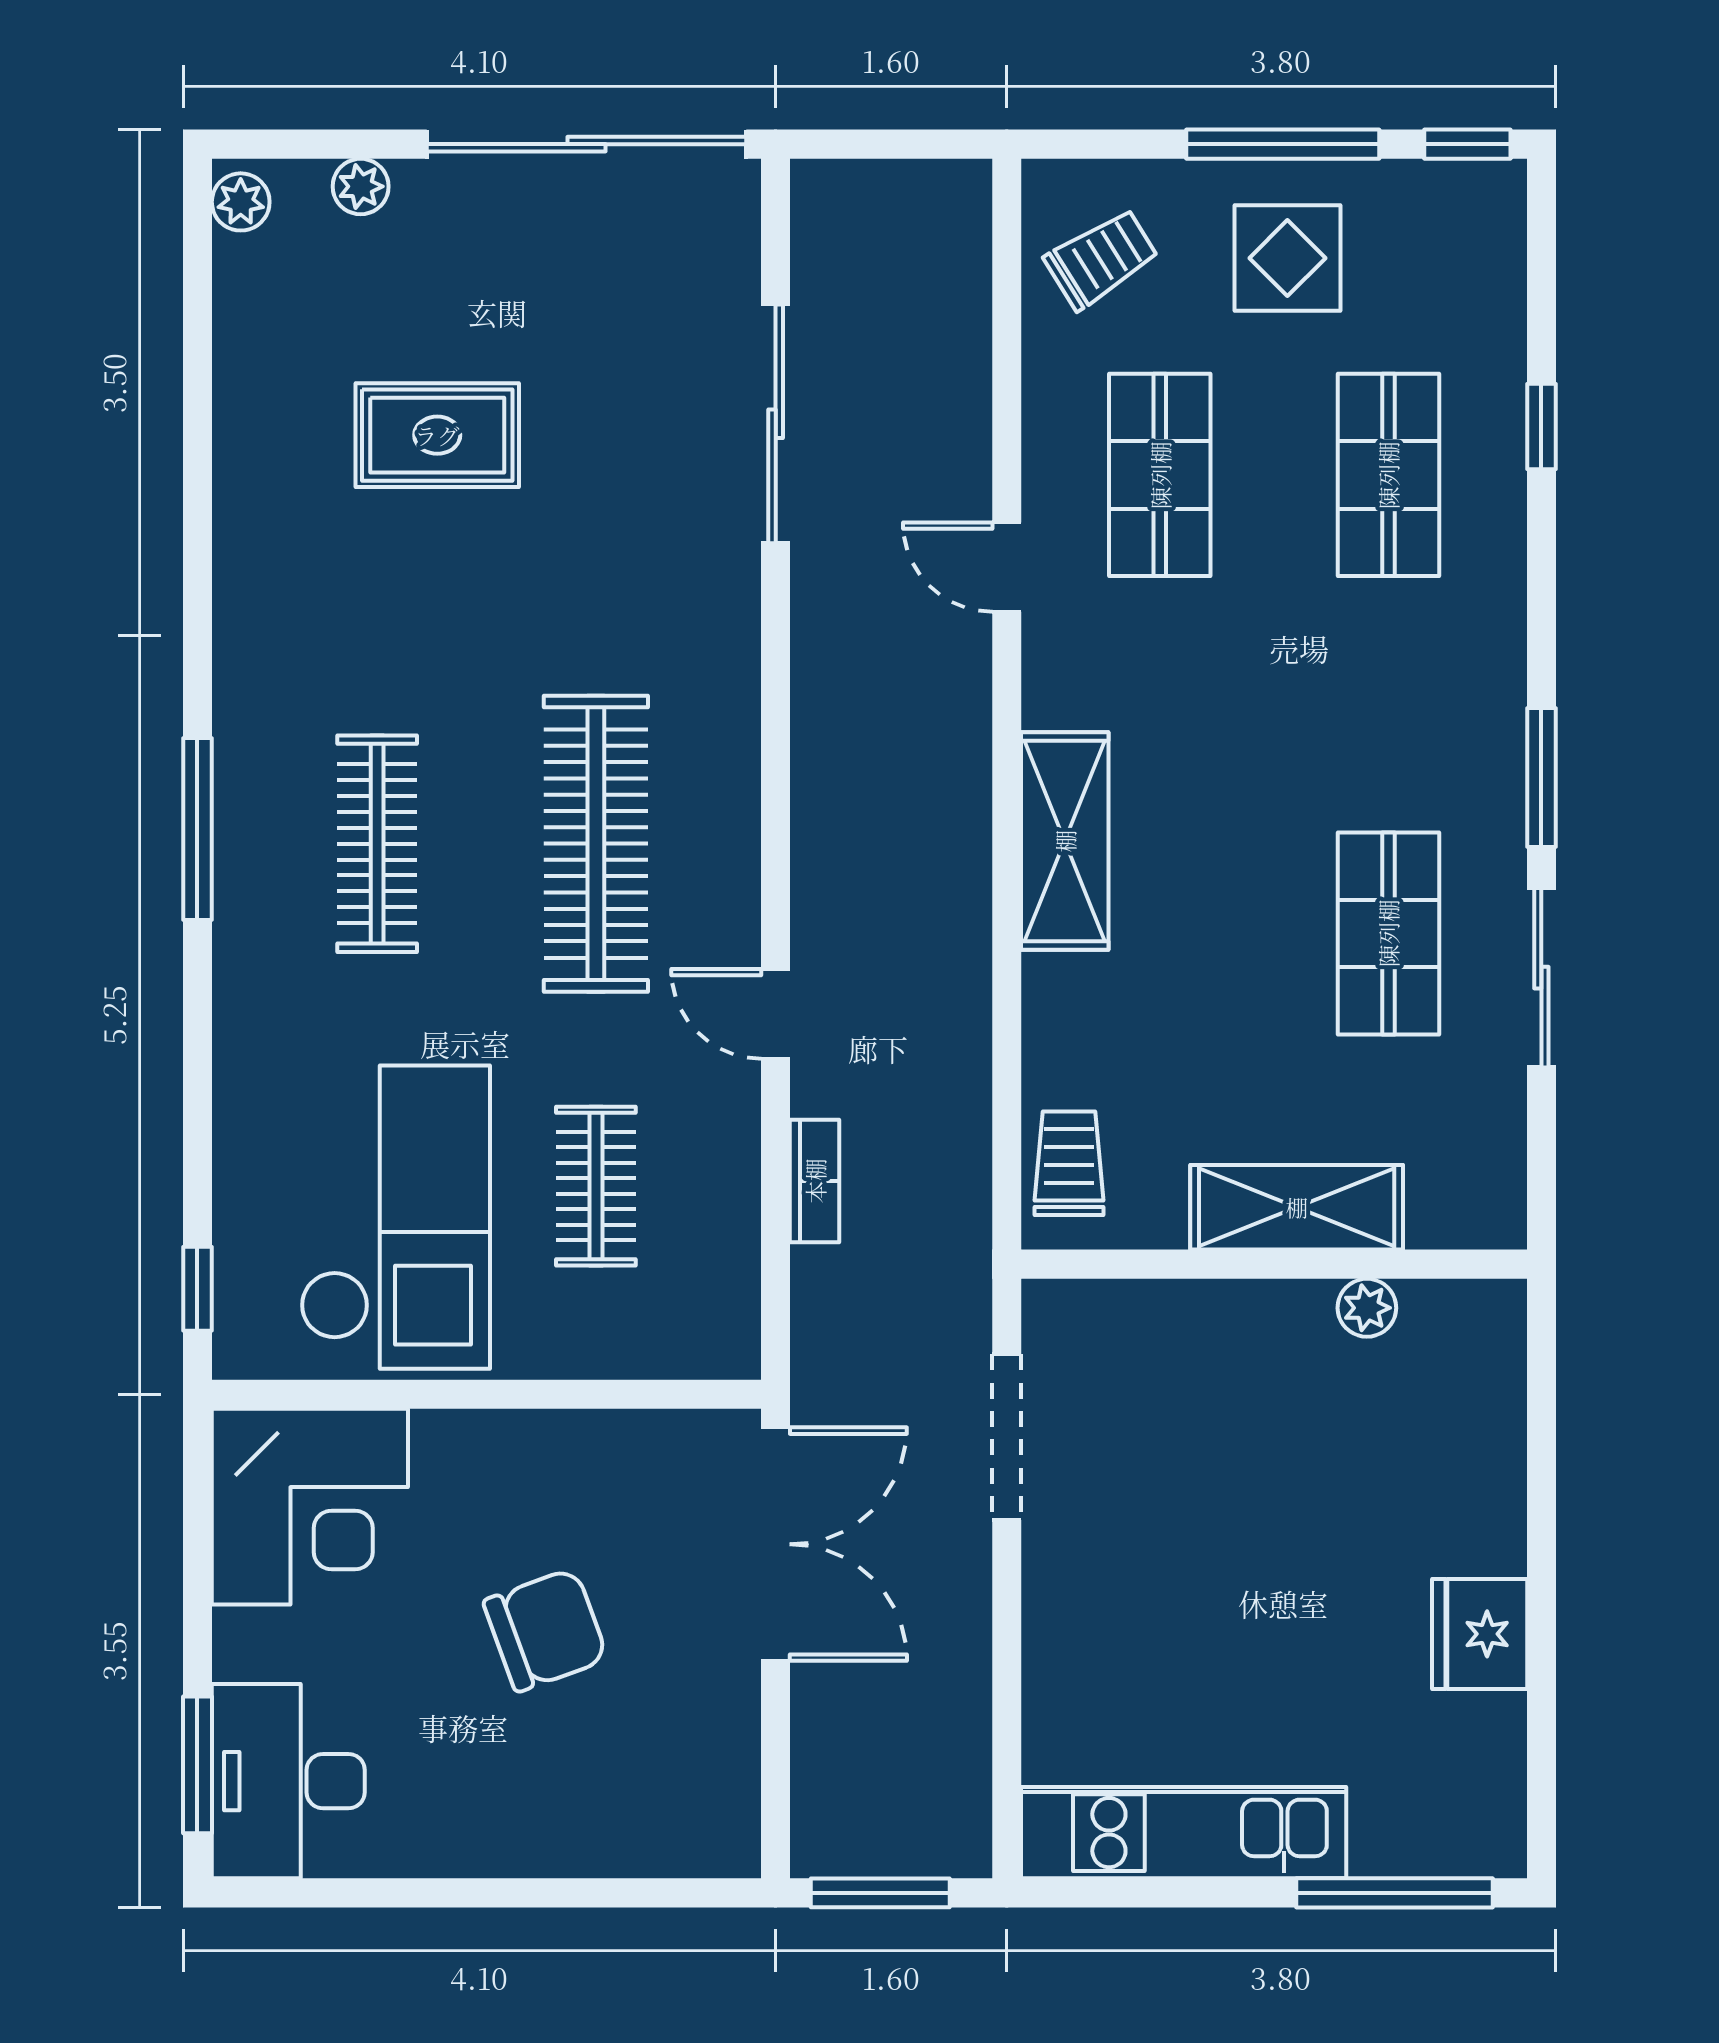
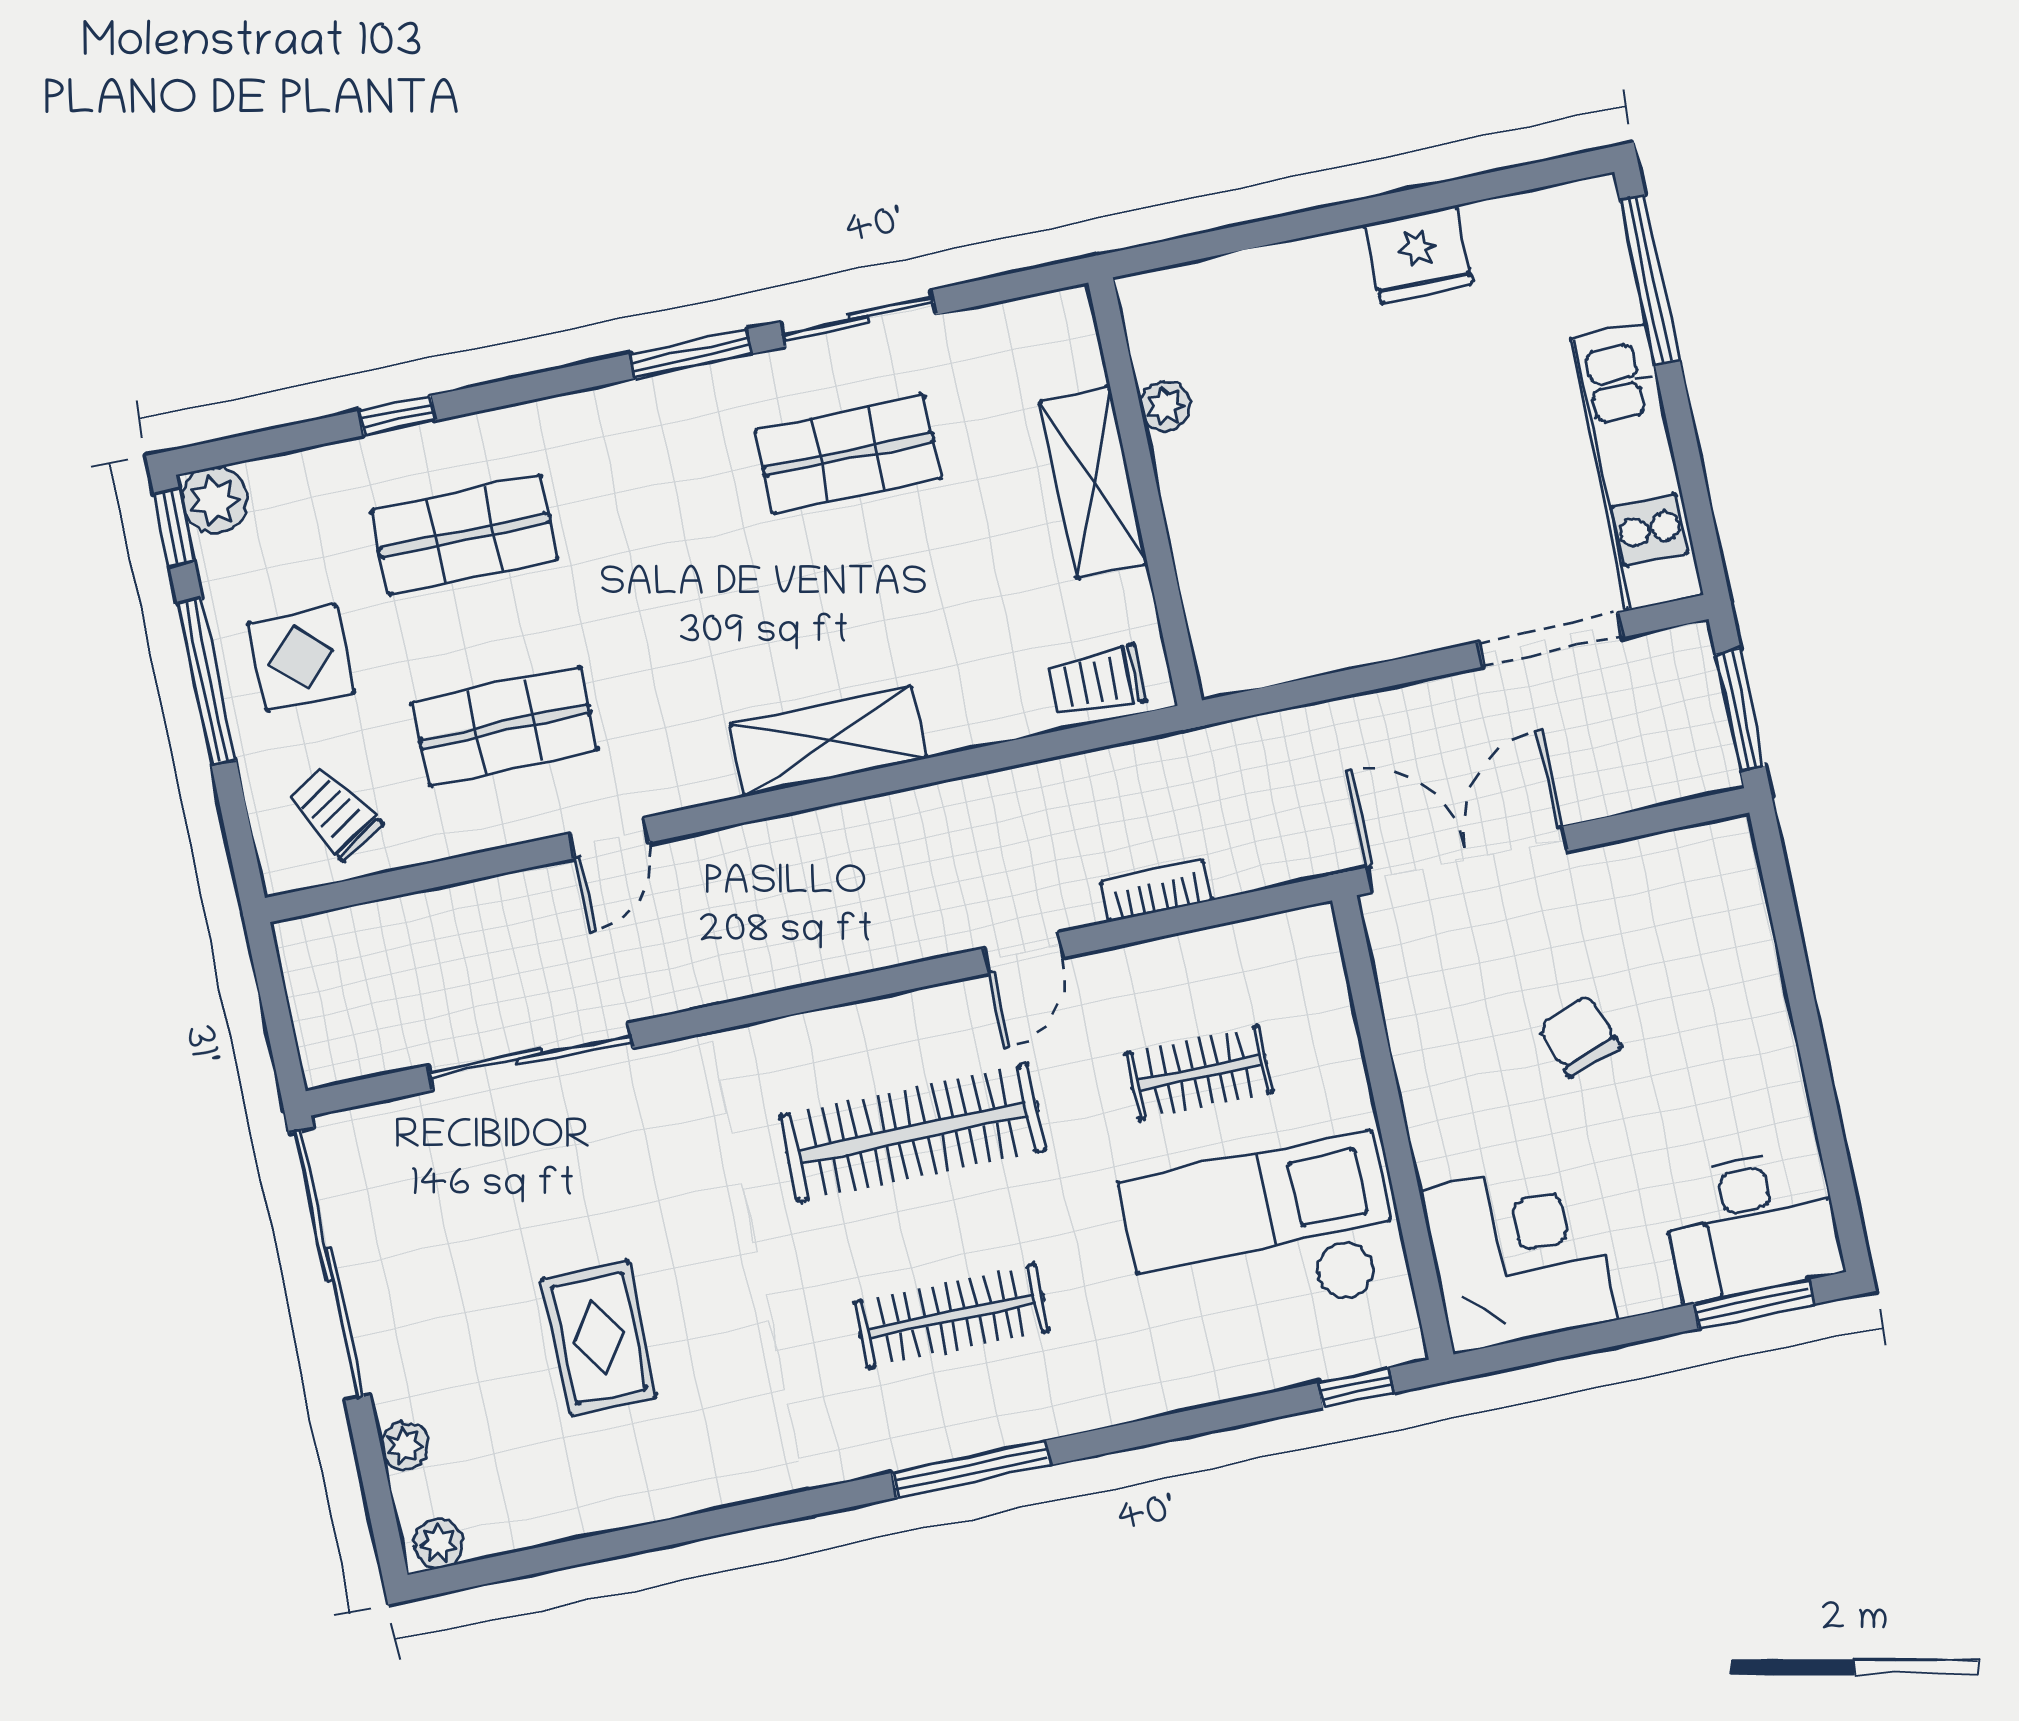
plant: (1489, 197) -> (215, 500), added
doorway: (1007, 1437) -> (1550, 640), moved
chair: (546, 1630) -> (1580, 1037), width x0.73, depth x0.73

